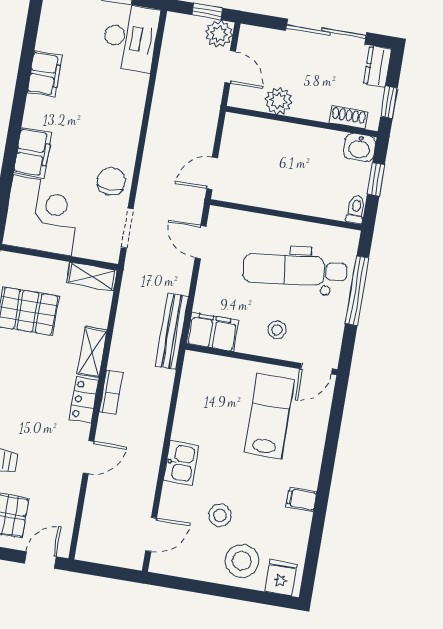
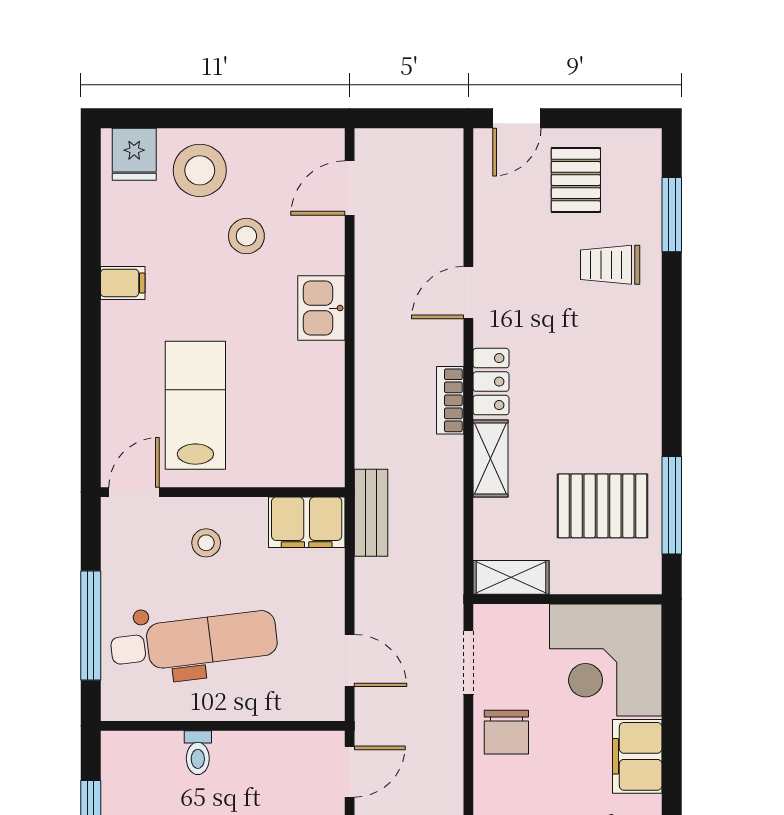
toilet: (356, 210) -> (198, 753), moved
bench: (172, 331) -> (371, 513), width x0.73
lab bench: (269, 416) -> (195, 405), turned 180

